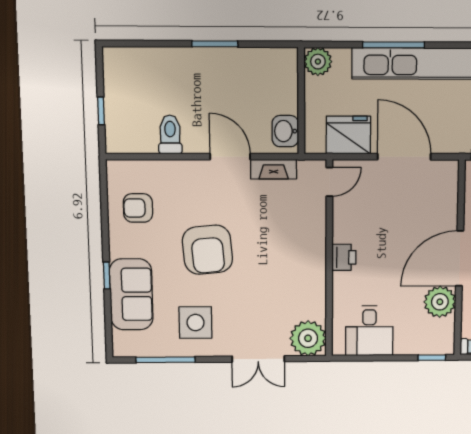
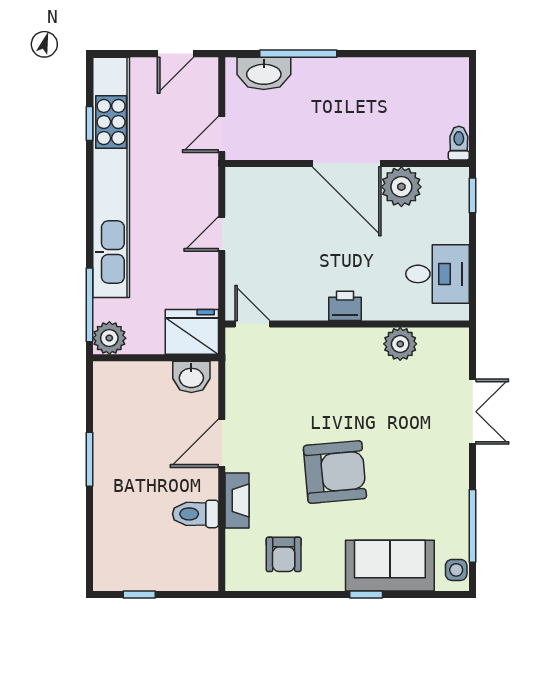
window: (394, 45) -> (89, 305), moved
window: (101, 111) -> (139, 594), moved
fridge: (348, 135) -> (192, 332), moved, turned 90
door: (404, 157) -> (222, 234), width x0.53
fireplace: (274, 169) -> (237, 500), moved
side table: (196, 323) -> (456, 570), moved, width x0.54, depth x0.54
plant: (308, 338) -> (400, 344), moved, width x0.73, depth x0.73

